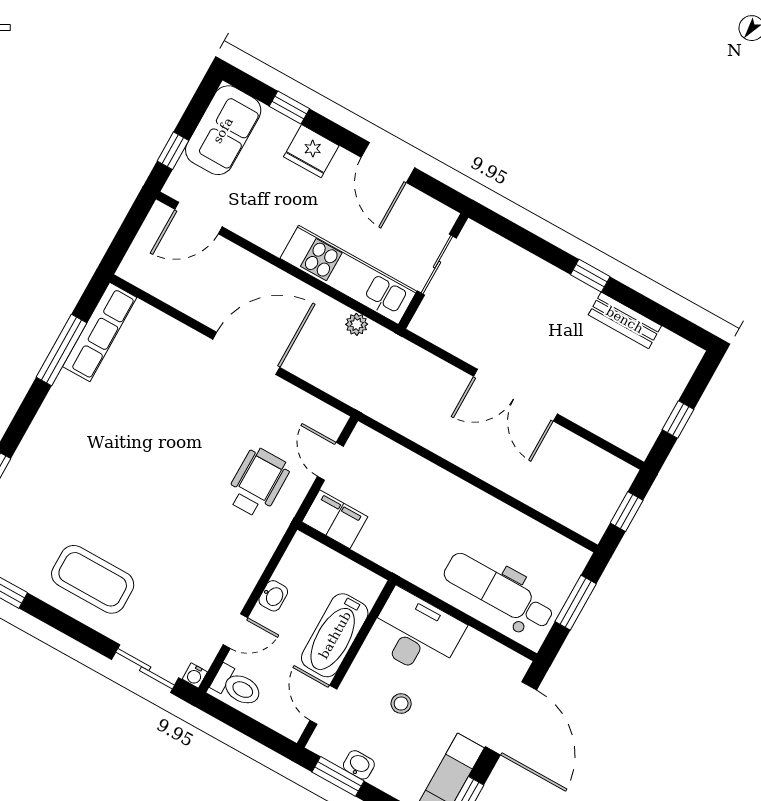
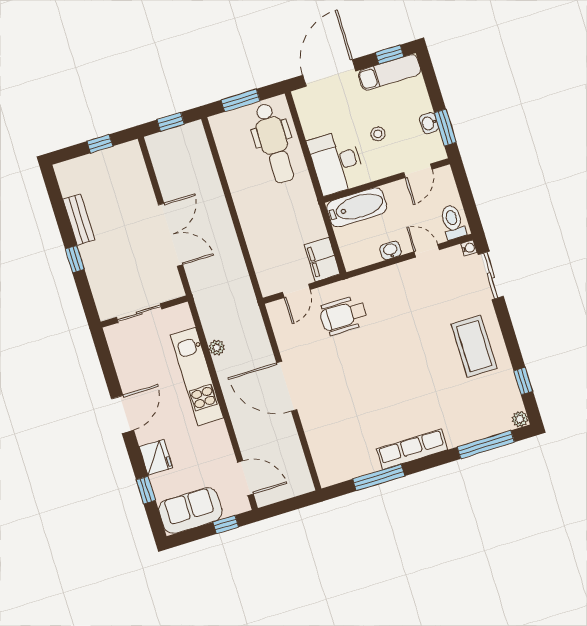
sliding door: (437, 265) -> (139, 313), moved
wall: (433, 271) -> (144, 312), moved
row of seats: (100, 332) -> (412, 449), moved
bathtub: (335, 635) -> (357, 207), moved

